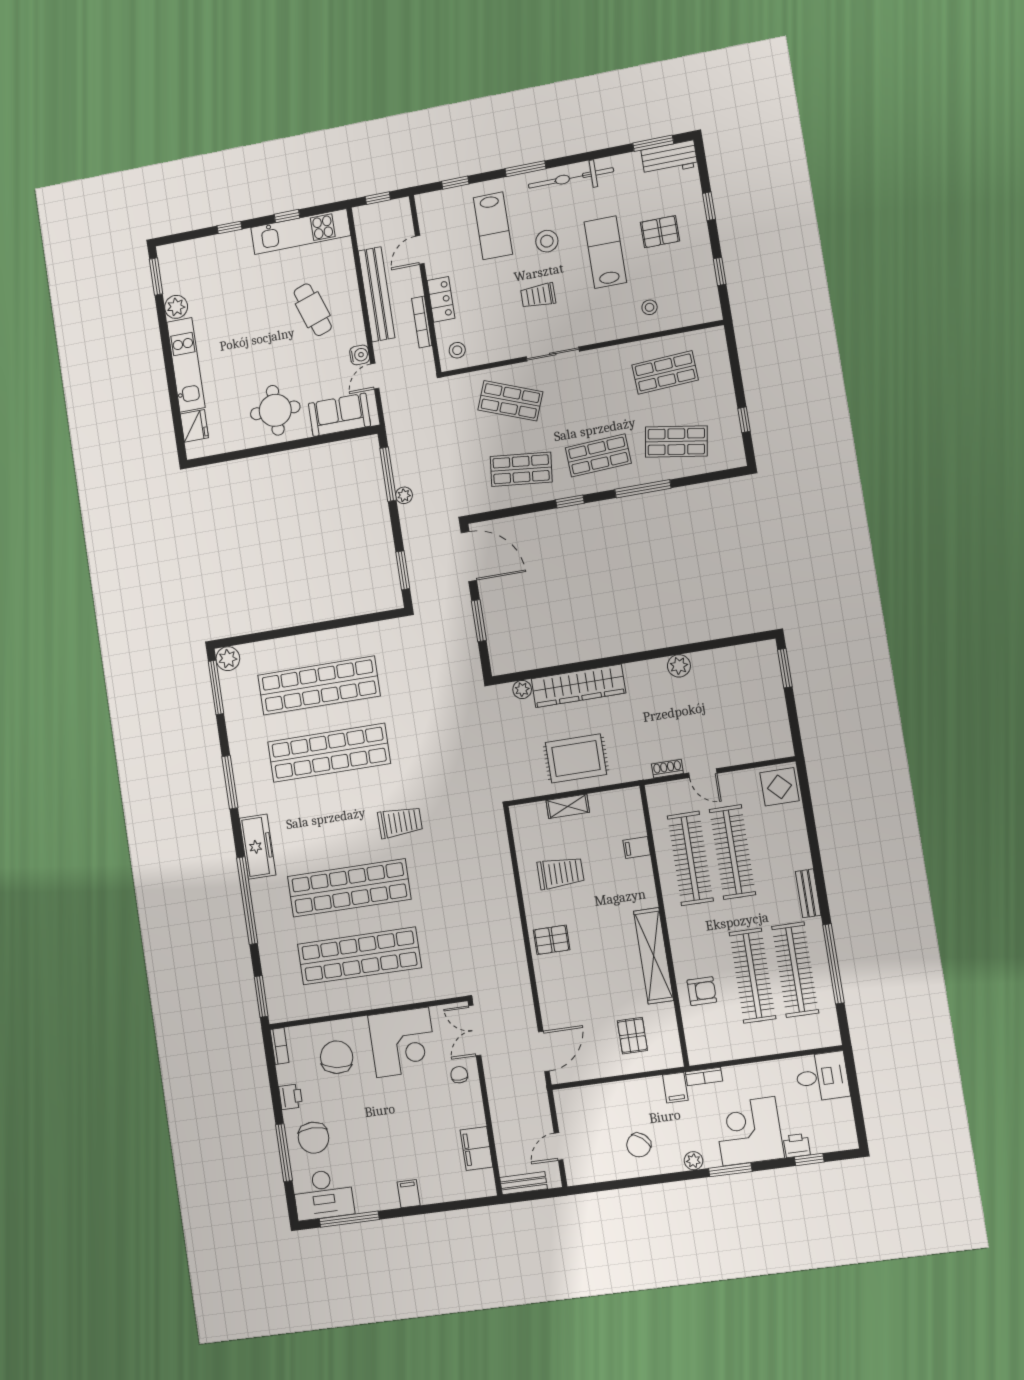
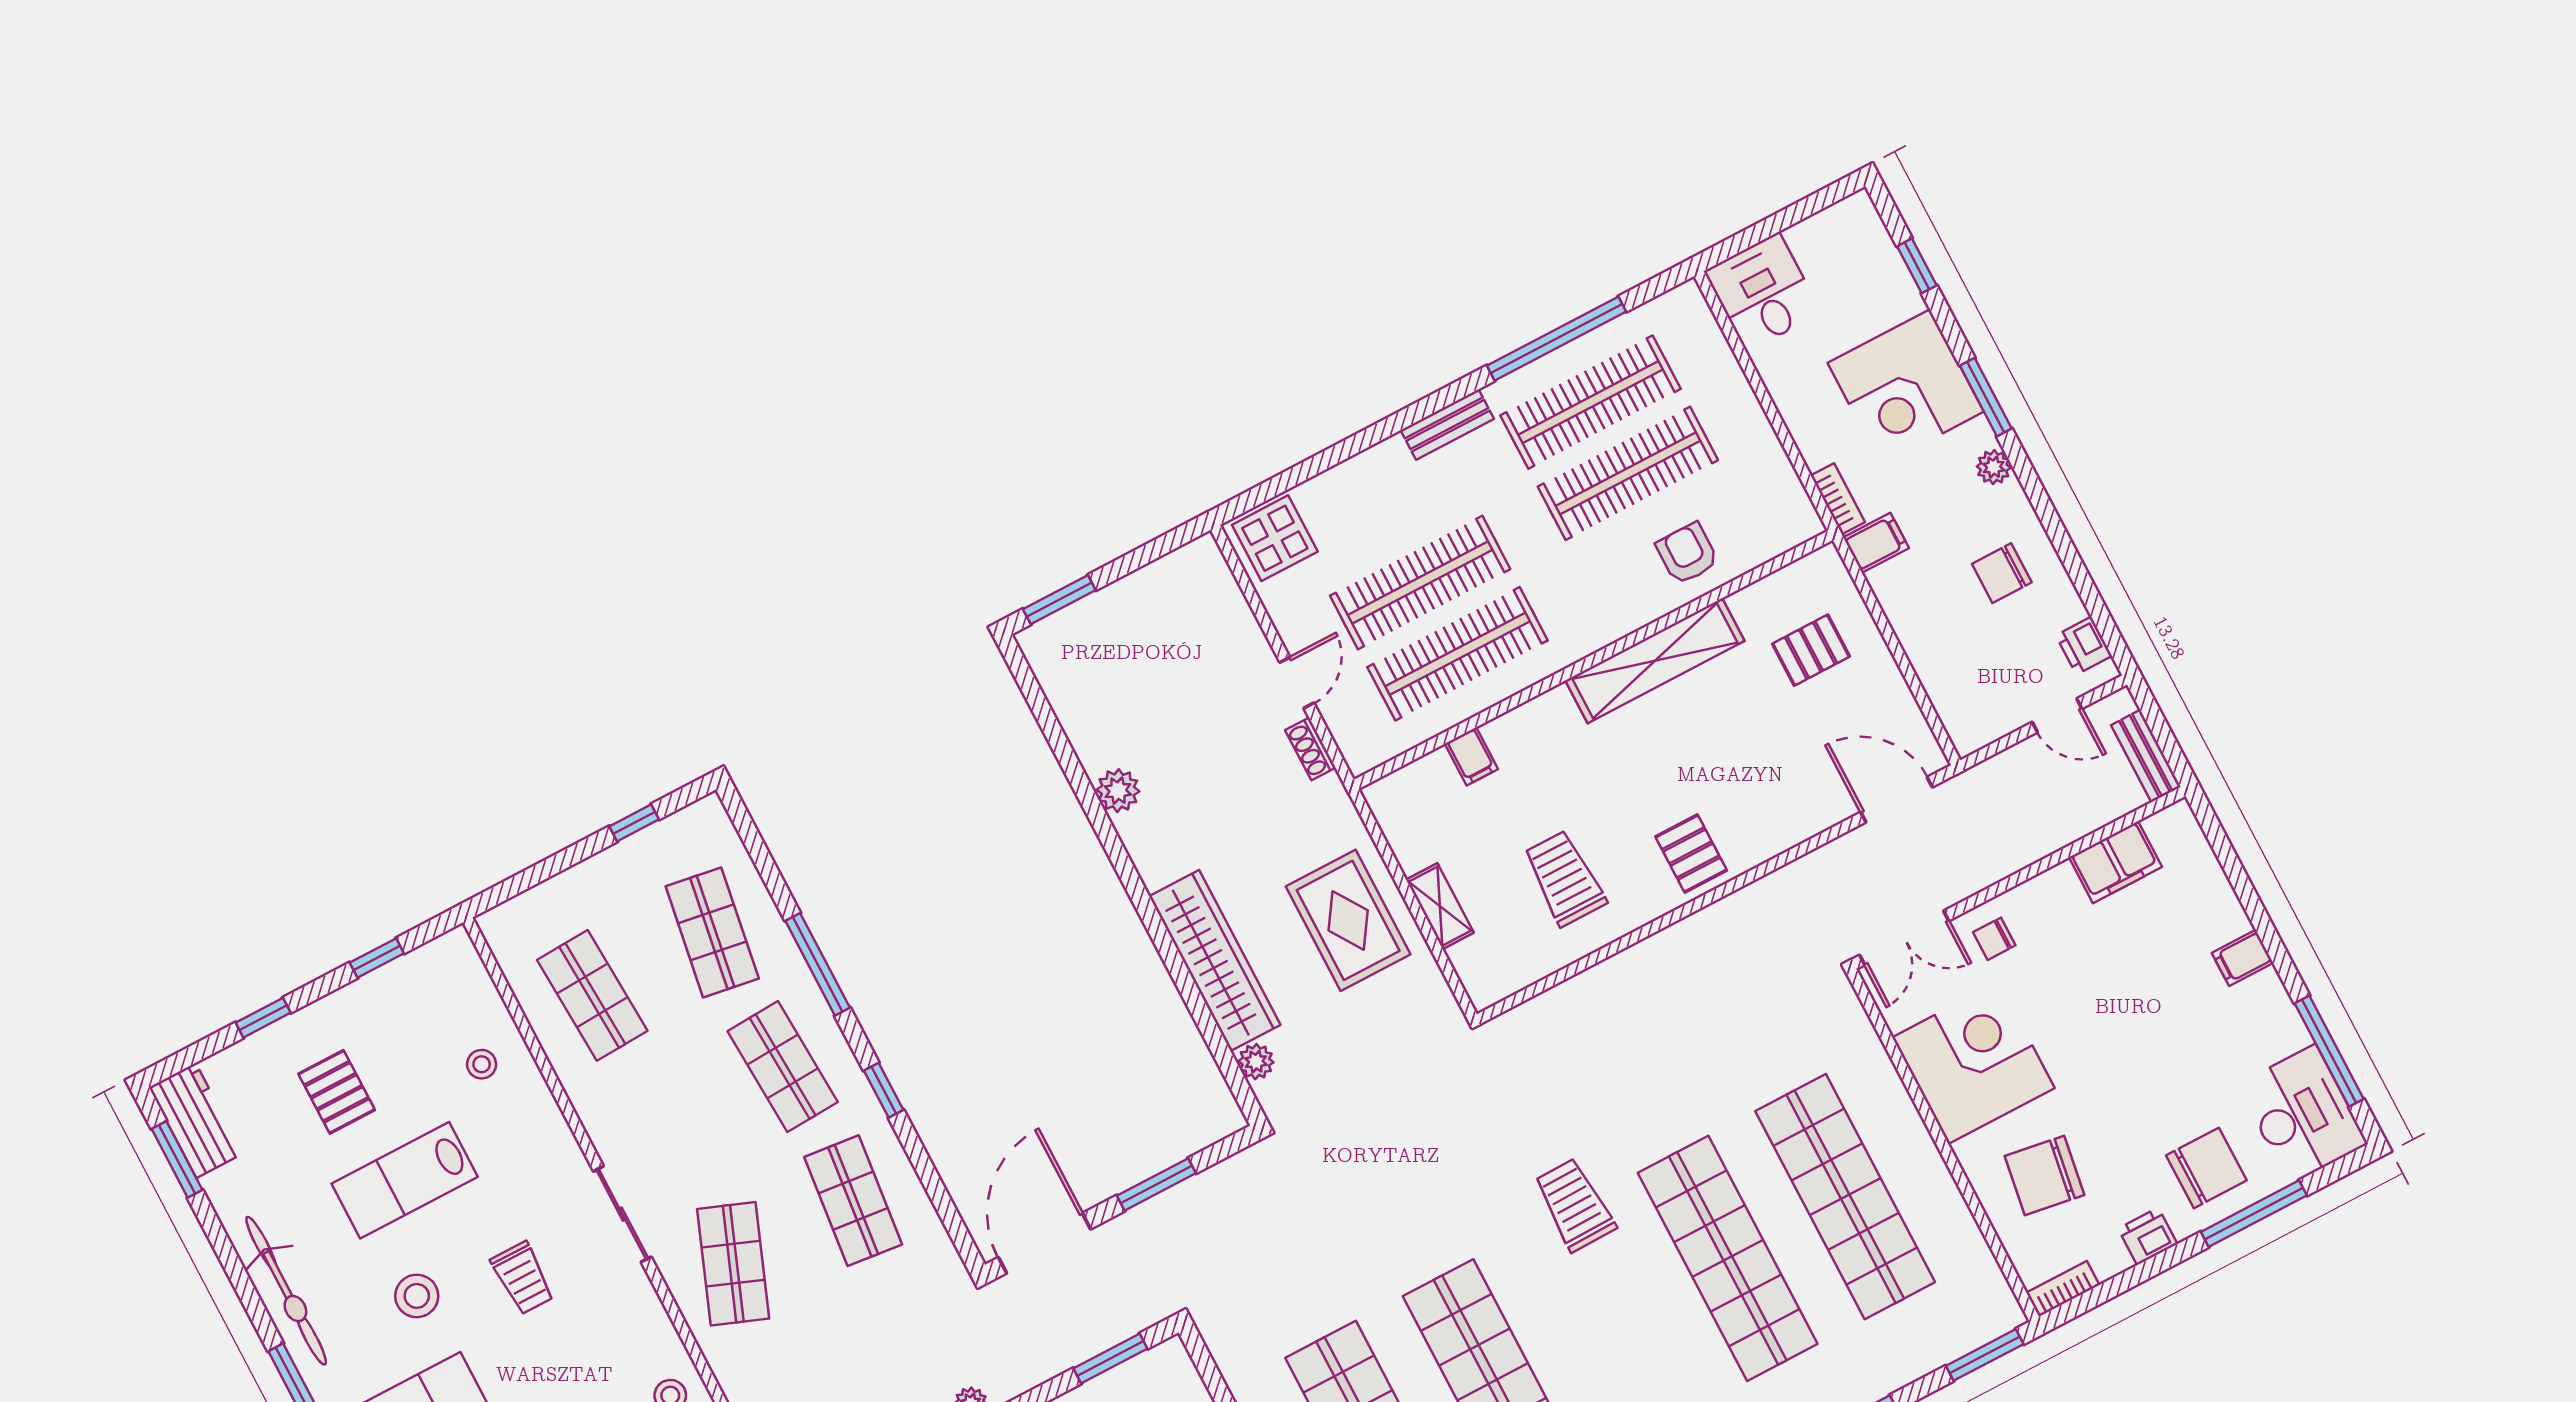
chair: (639, 1145) -> (2002, 573), turned 140
printer: (797, 1145) -> (2084, 646), moved

